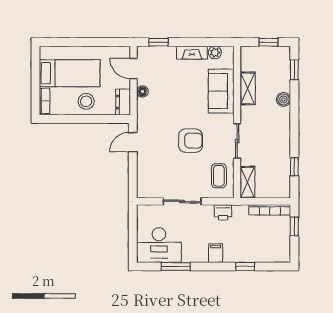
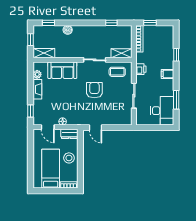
door: (134, 69) -> (48, 127), hinge flipped
shelving: (248, 88) -> (44, 53), moved

